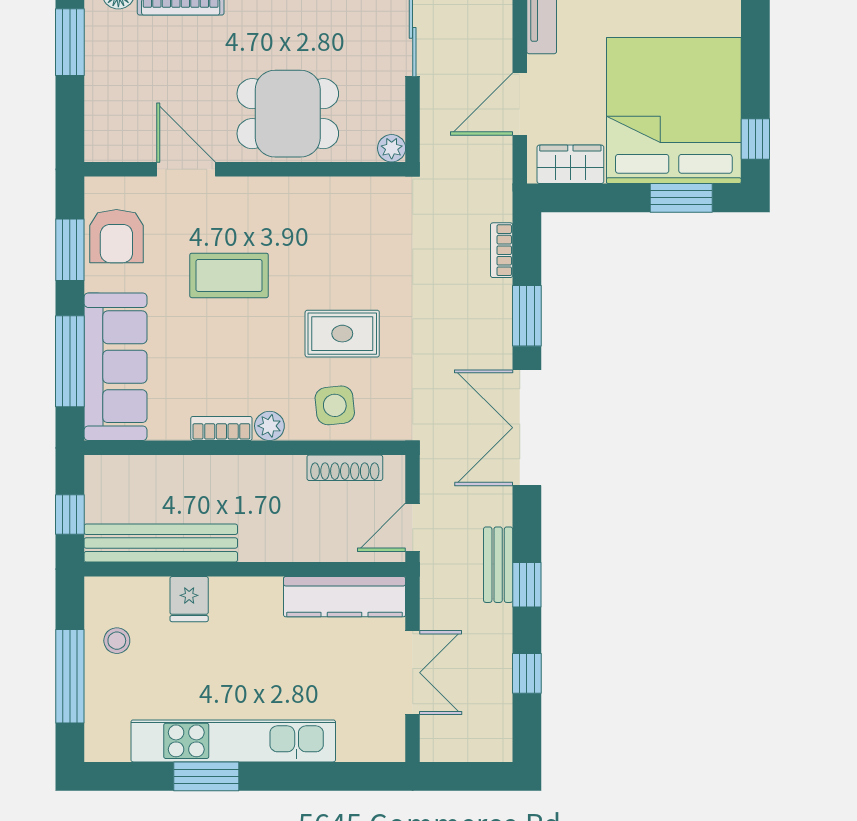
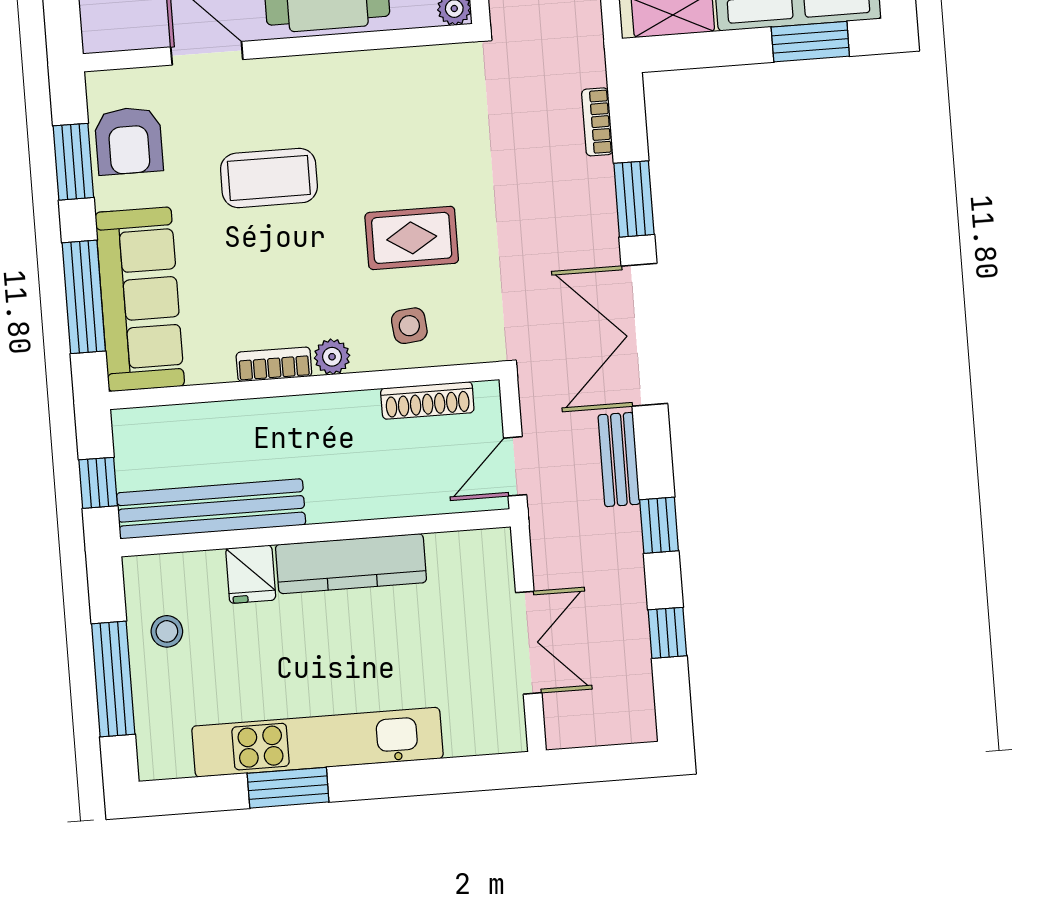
side table: (335, 405) -> (409, 326), width x0.73, depth x0.73
bench: (498, 565) -> (619, 459), moved
kitchen counter: (345, 597) -> (351, 564), moved

